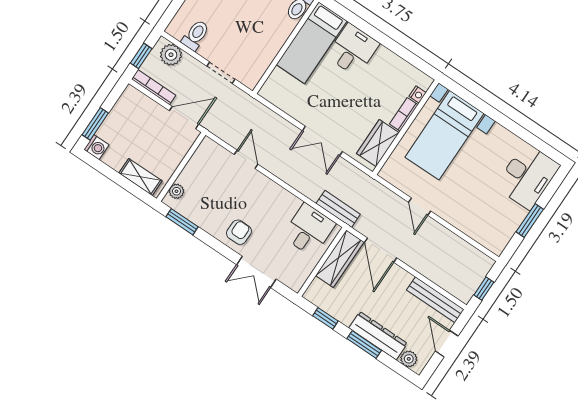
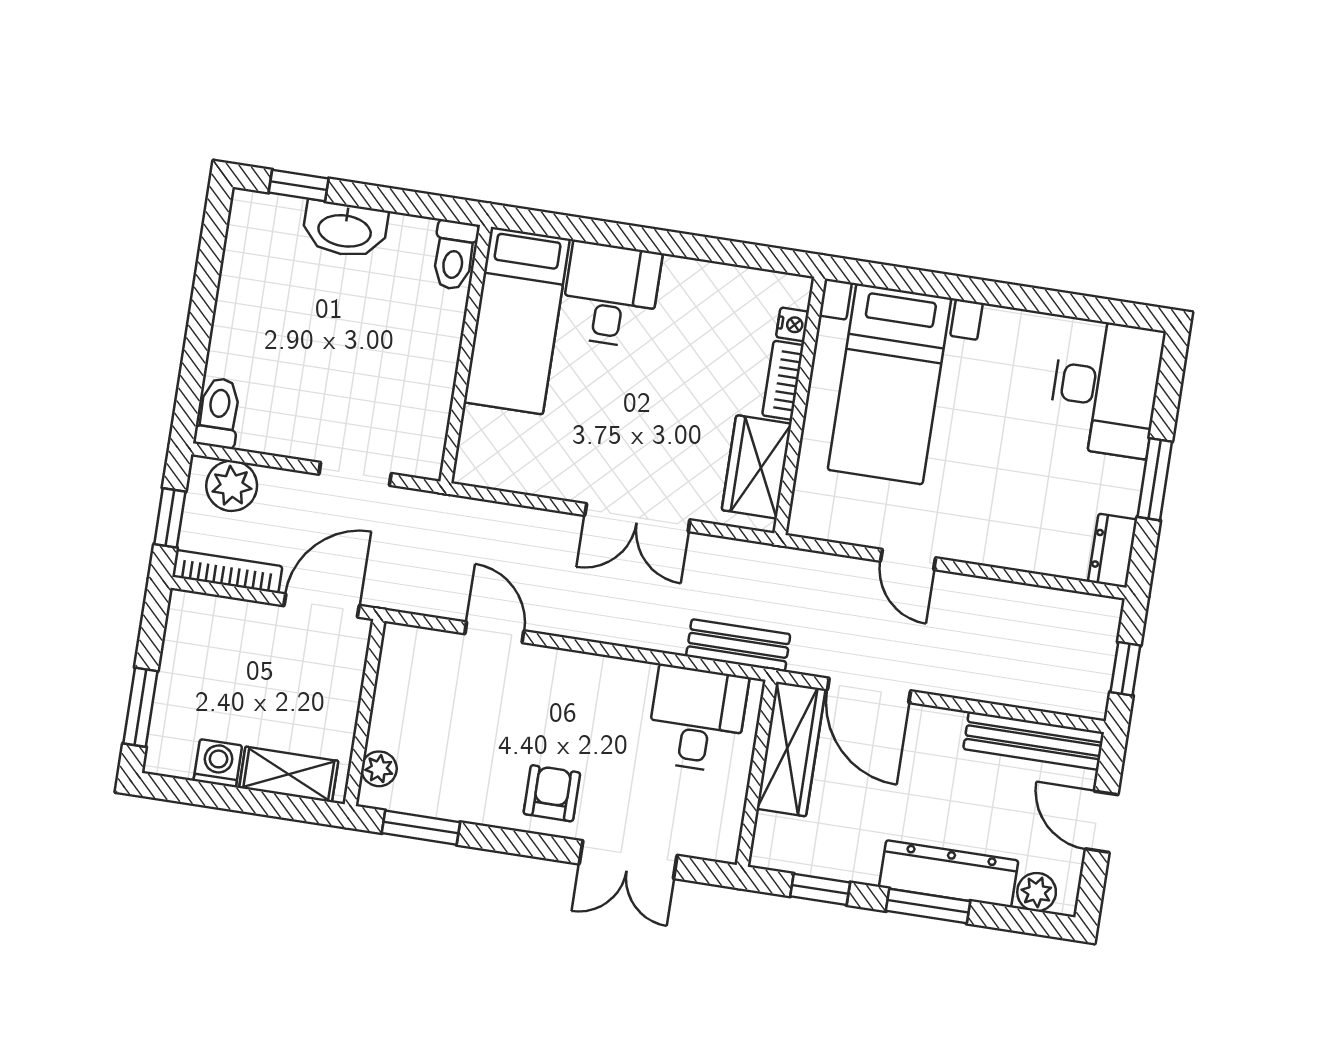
toilet: (196, 35) -> (218, 413), moved
washing machine: (96, 147) -> (218, 763), moved, turned -90
dresser: (500, 240) -> (1113, 551), added

